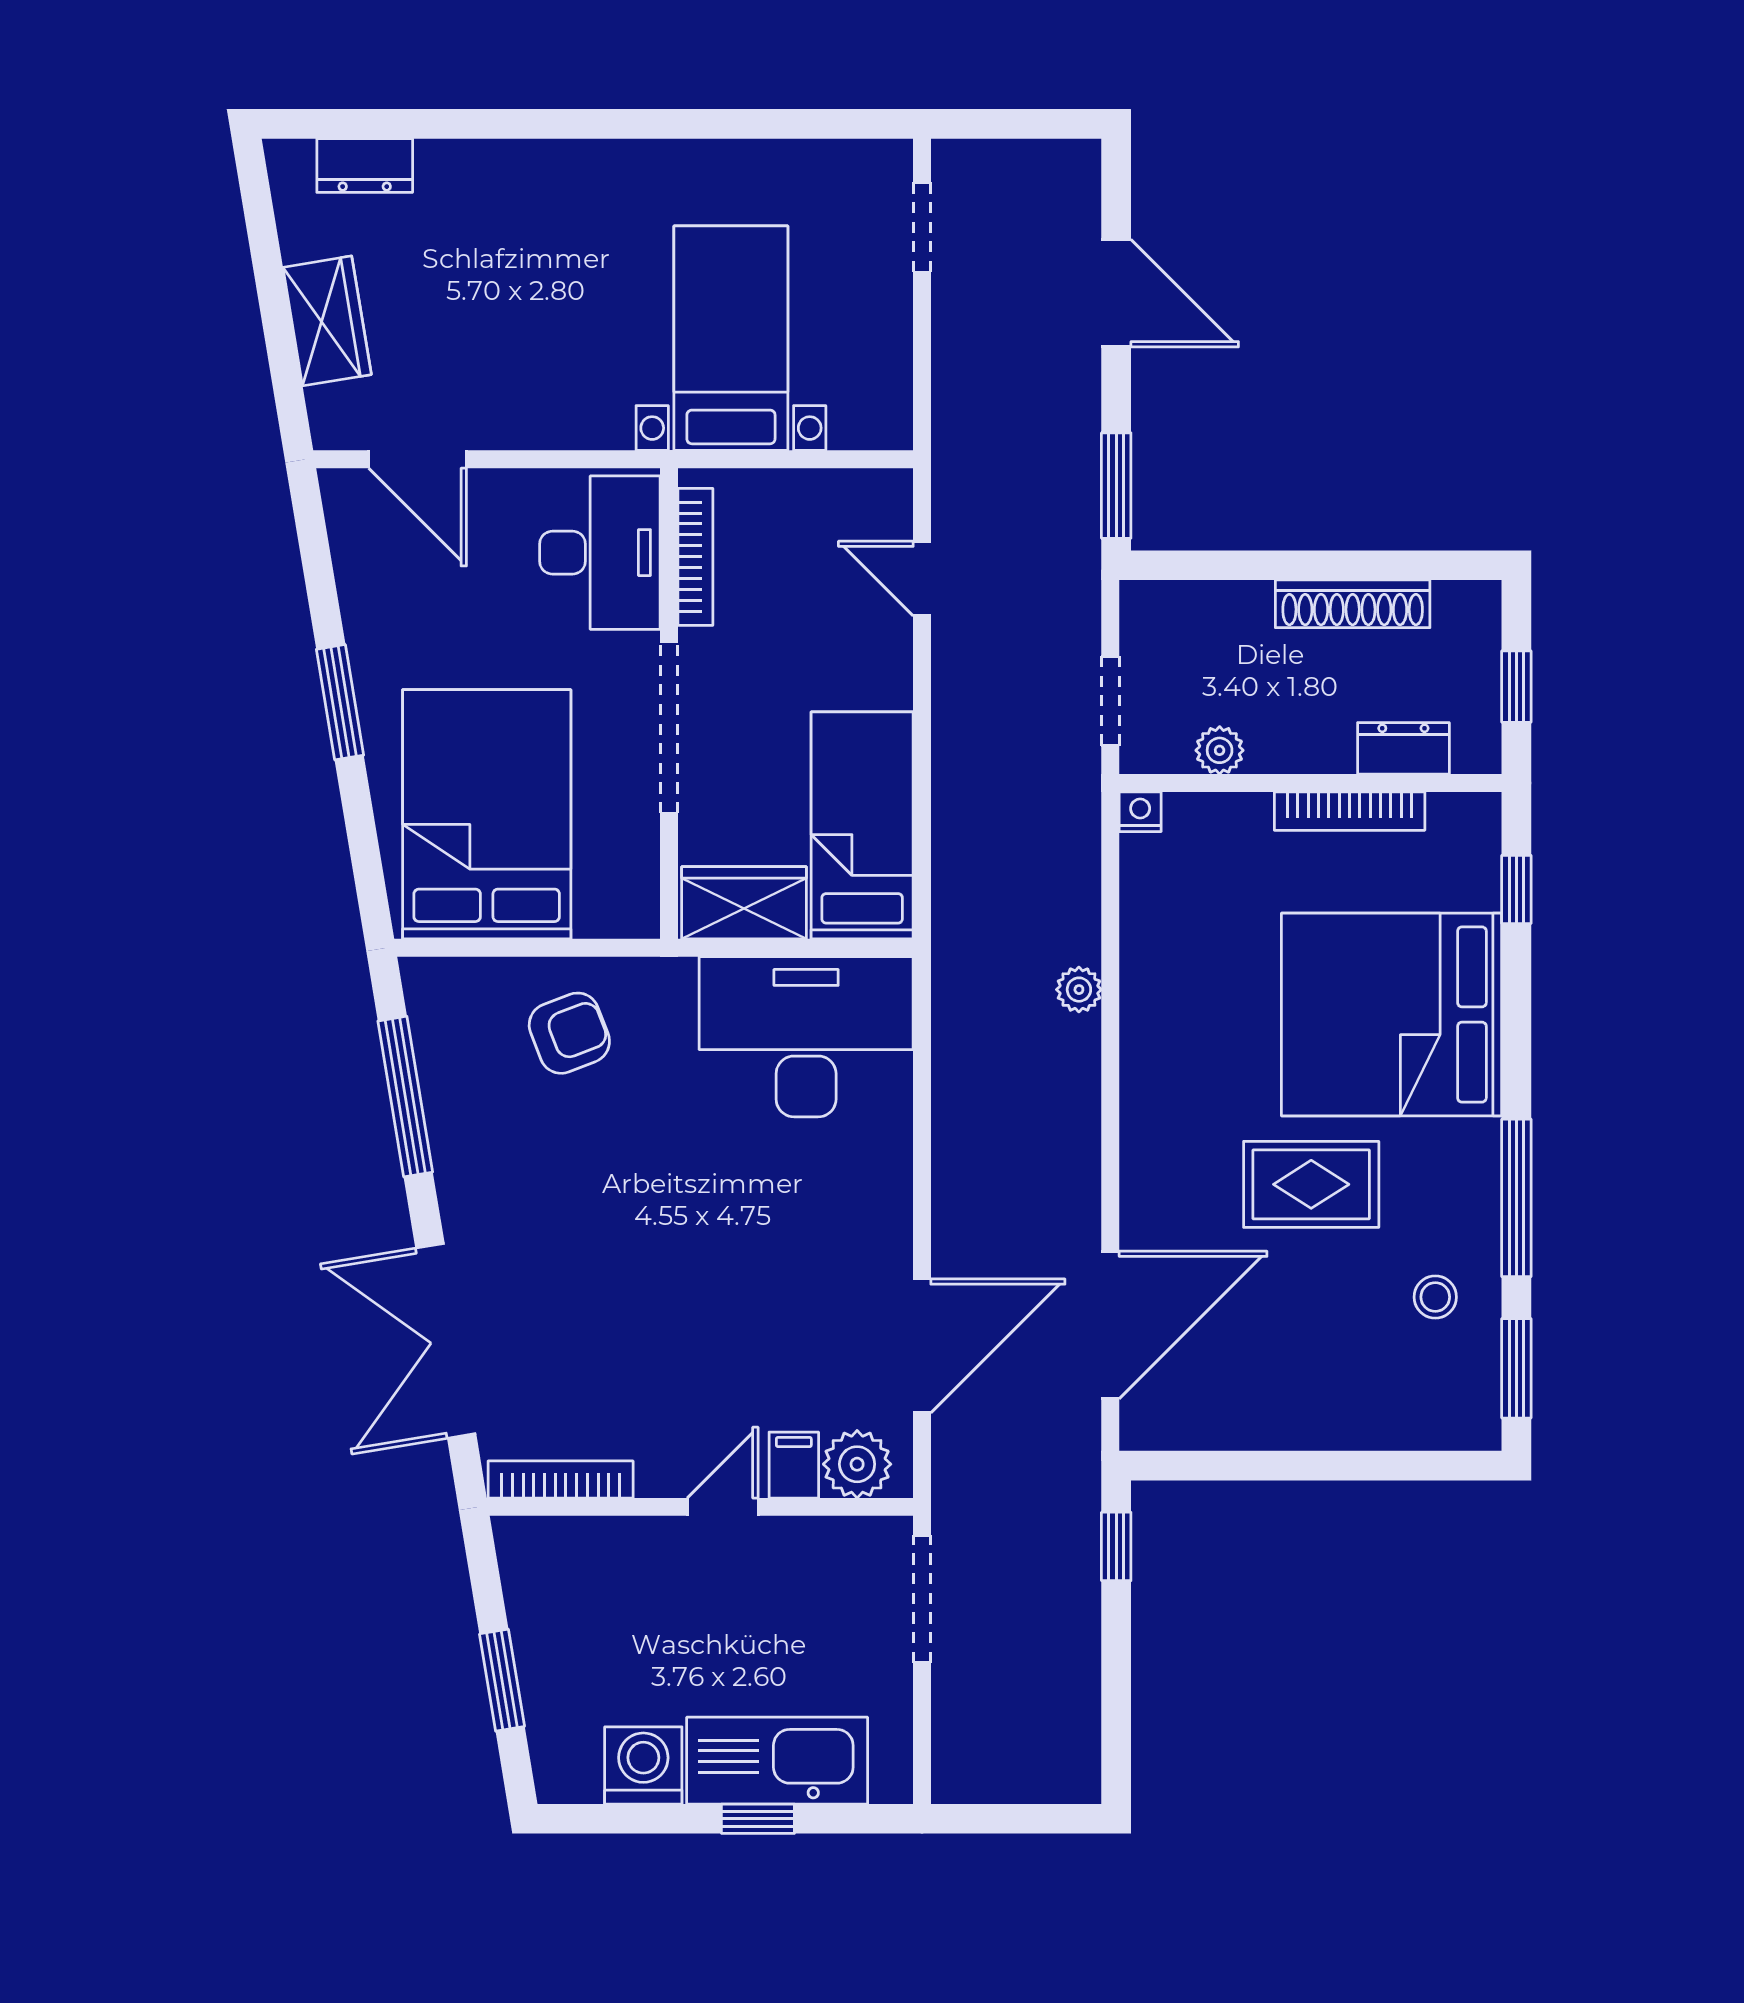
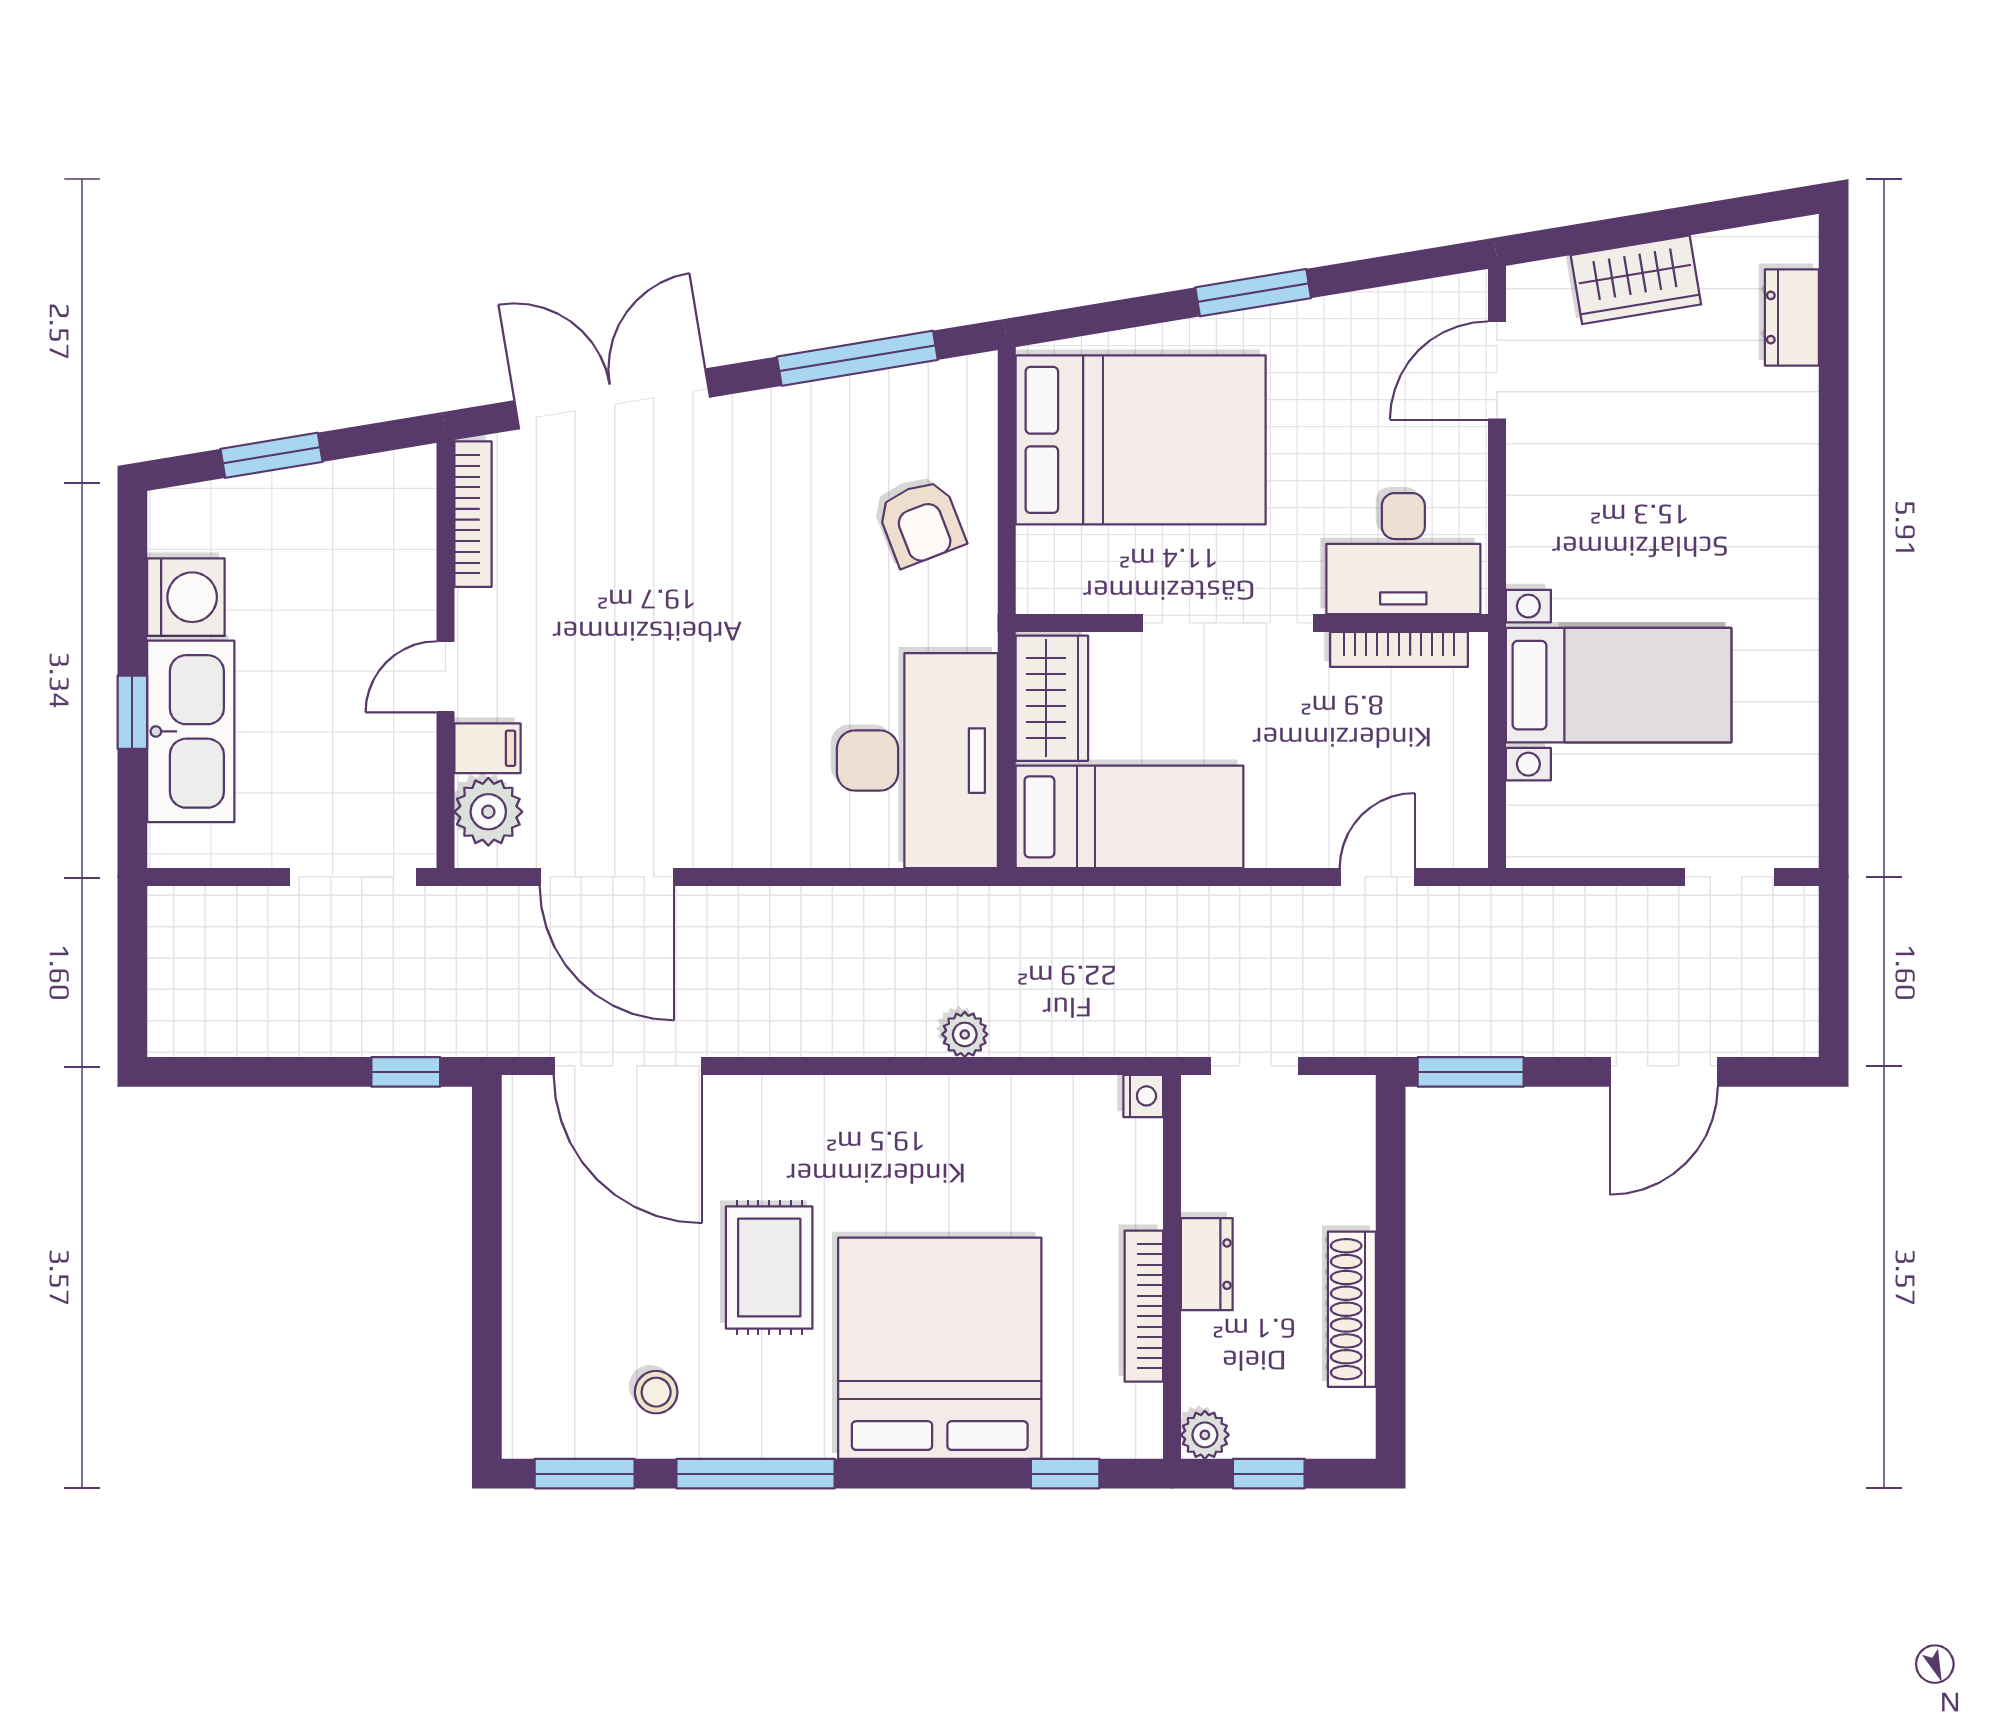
dresser: (1403, 748) -> (1207, 1264), moved
plant: (1220, 750) -> (1205, 1435), moved
door: (723, 1507) -> (445, 677), swing flipped

